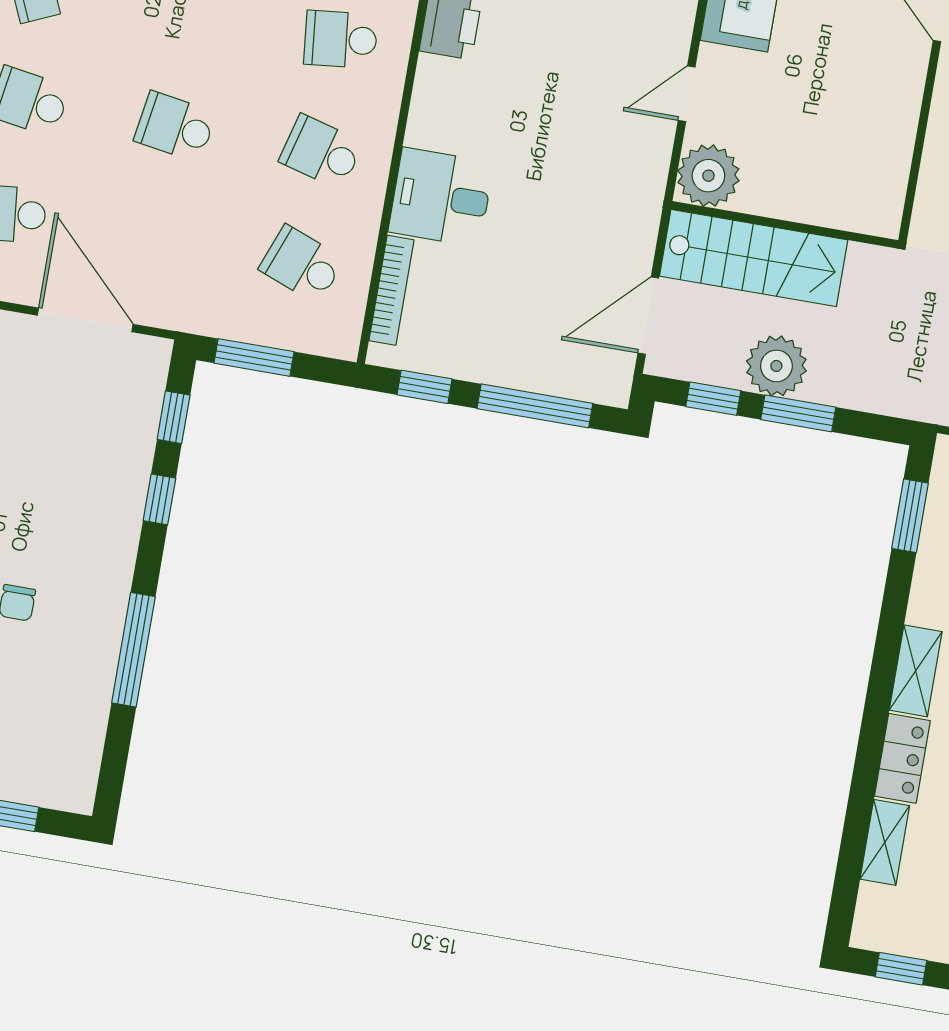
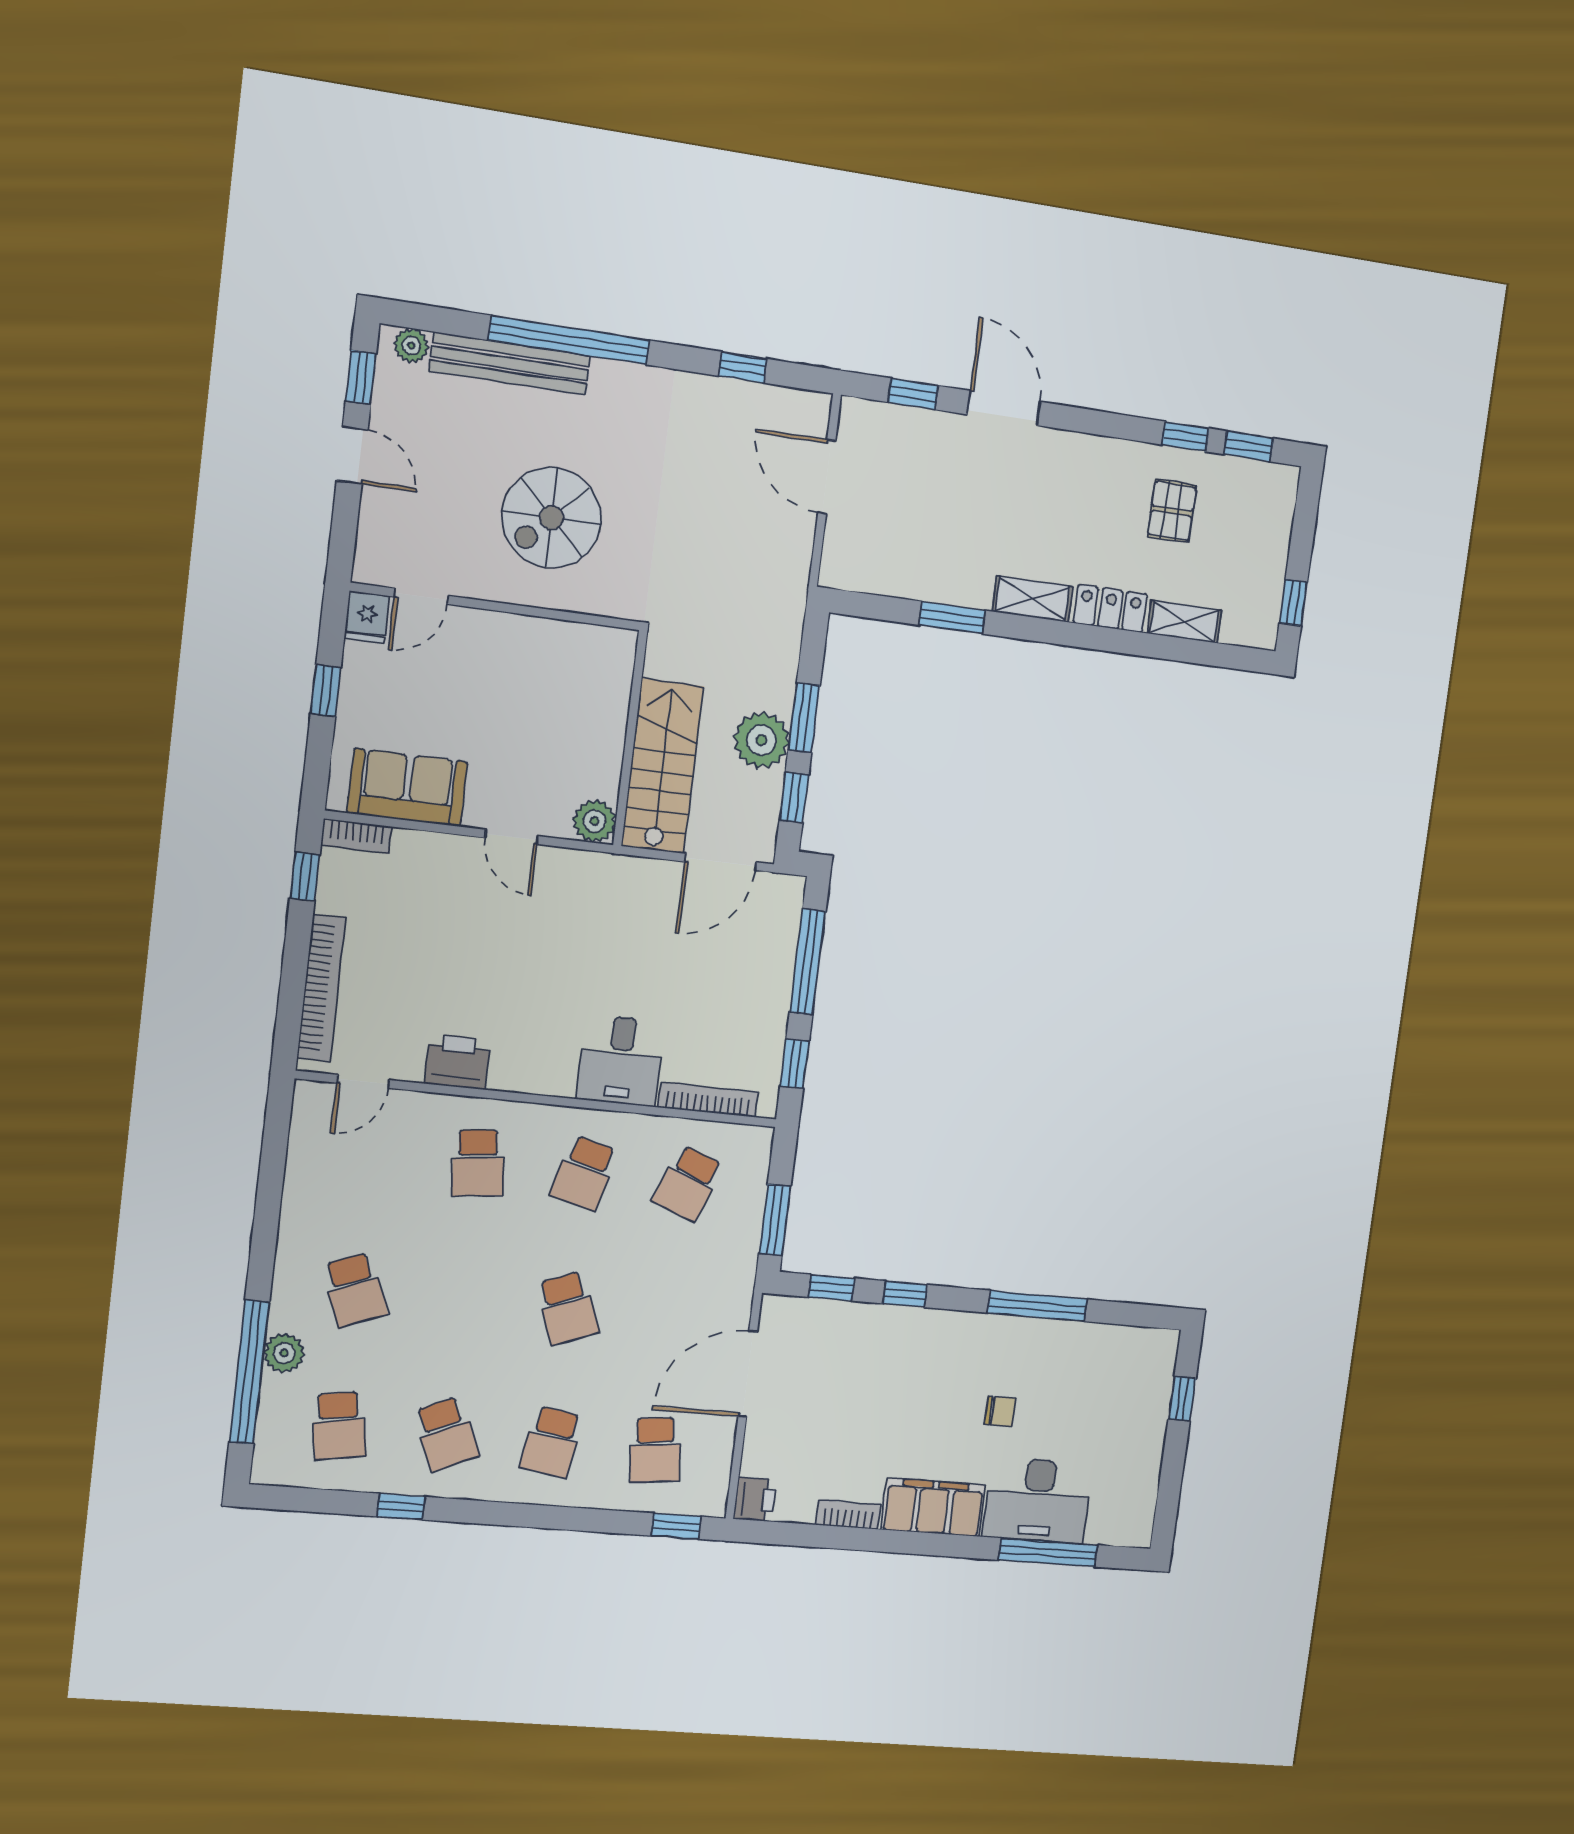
school desk: (175, 127) -> (568, 1308), turned -30
plant: (708, 176) -> (595, 821), width x0.73, depth x0.73
door: (648, 316) -> (720, 862), hinge flipped
window: (910, 516) -> (952, 618), moved

